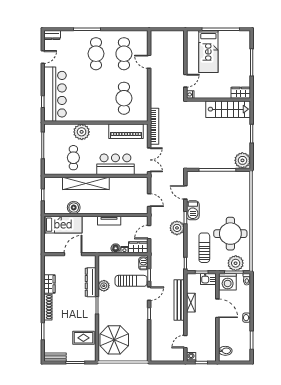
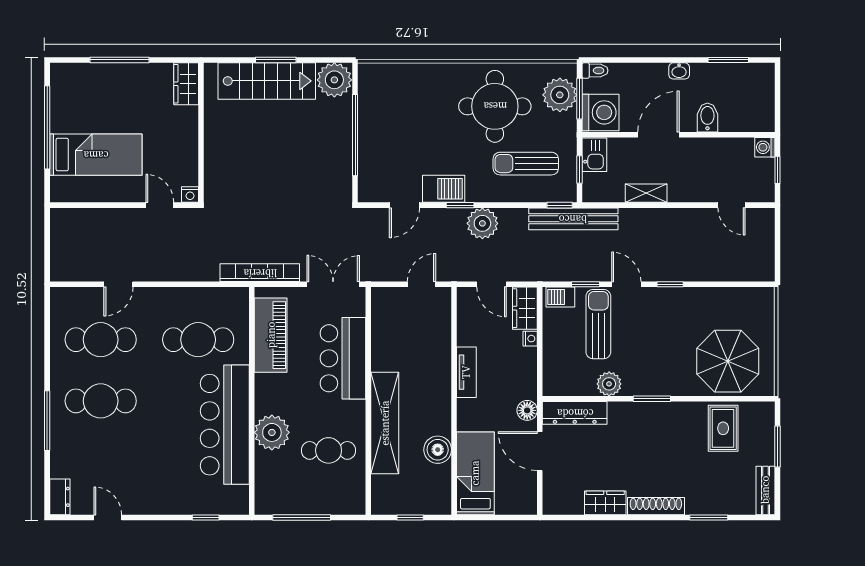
bar counter: (55, 94) -> (225, 425), moved, turned -90
stairs: (228, 109) -> (267, 81), moved, turned 90
floor lamp: (116, 248) -> (527, 410), moved
dresser: (91, 282) -> (575, 413), moved
bench: (179, 300) -> (573, 219), moved
bidet: (225, 351) -> (707, 117), moved
washing machine: (191, 357) -> (765, 147), moved

